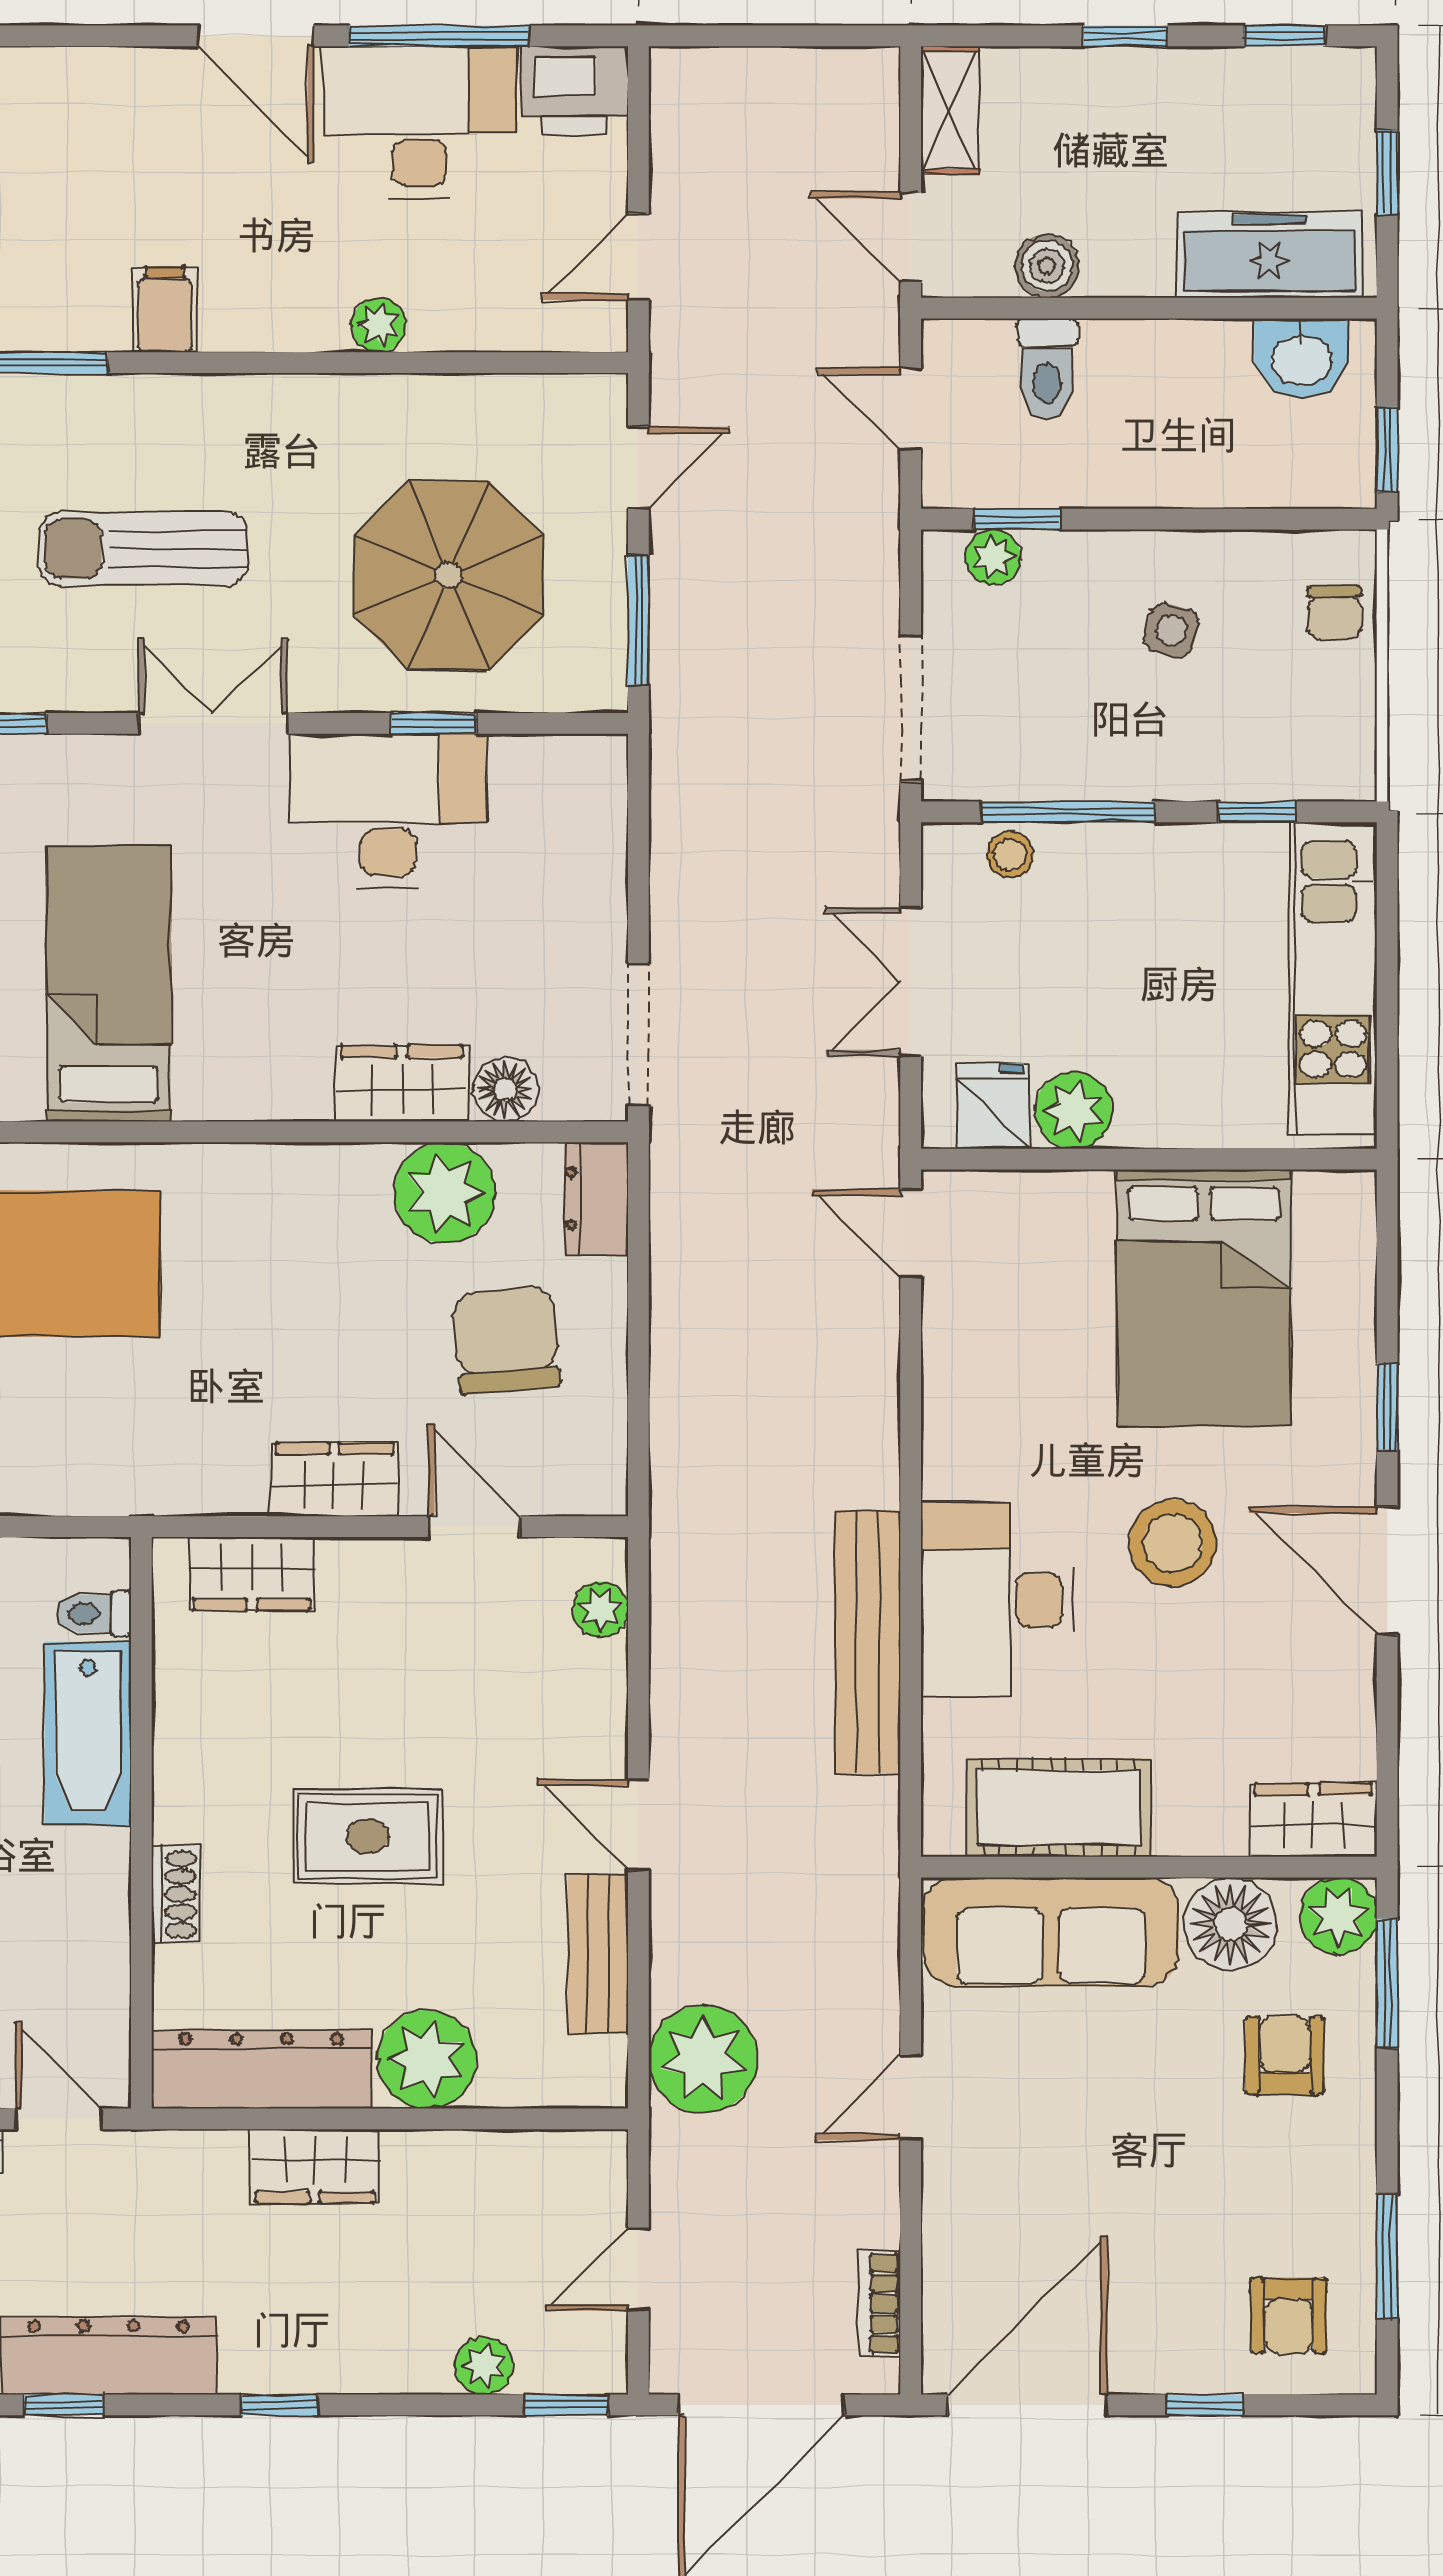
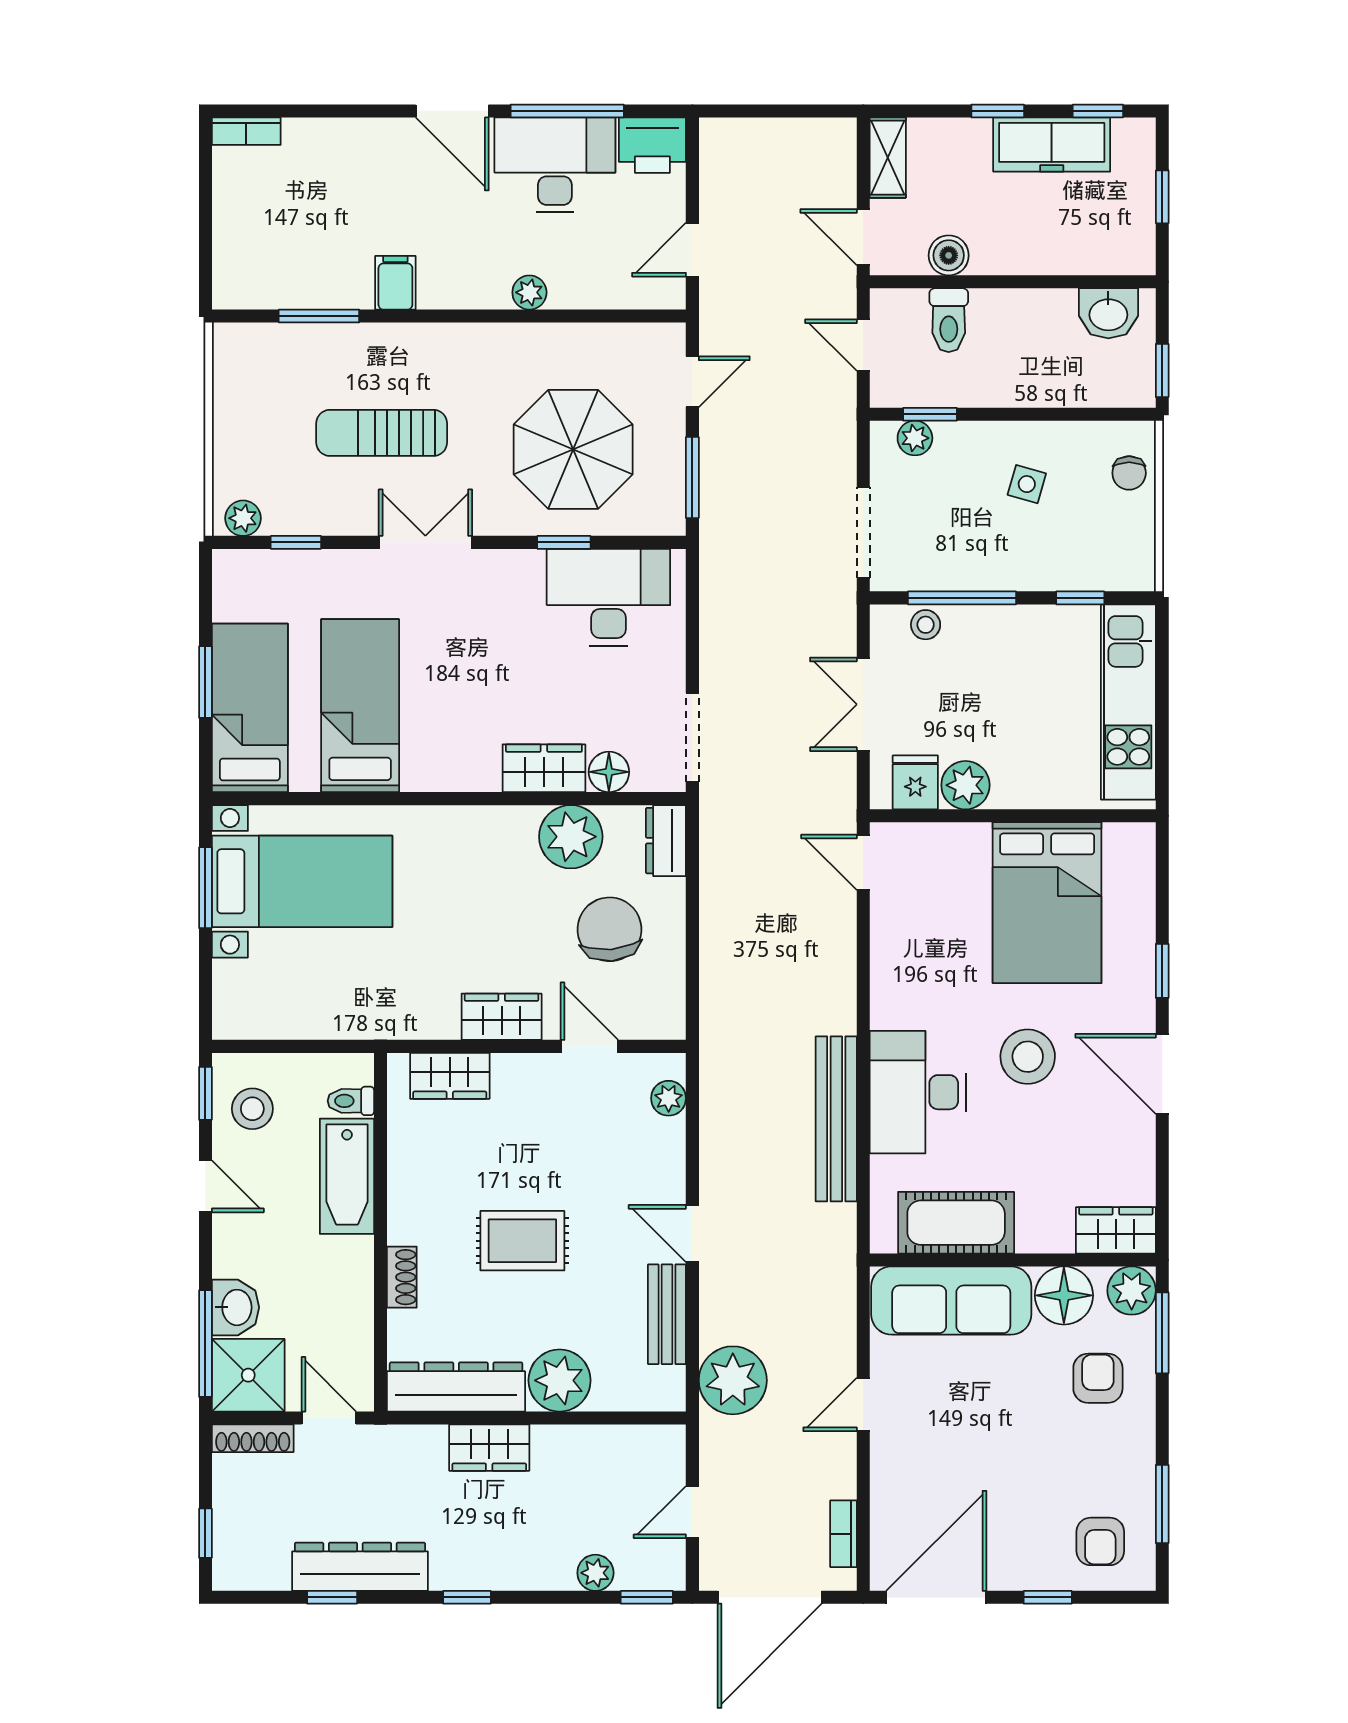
freezer: (1269, 255) -> (1052, 145), moved, turned 180
desk: (388, 811) -> (608, 597), moved

